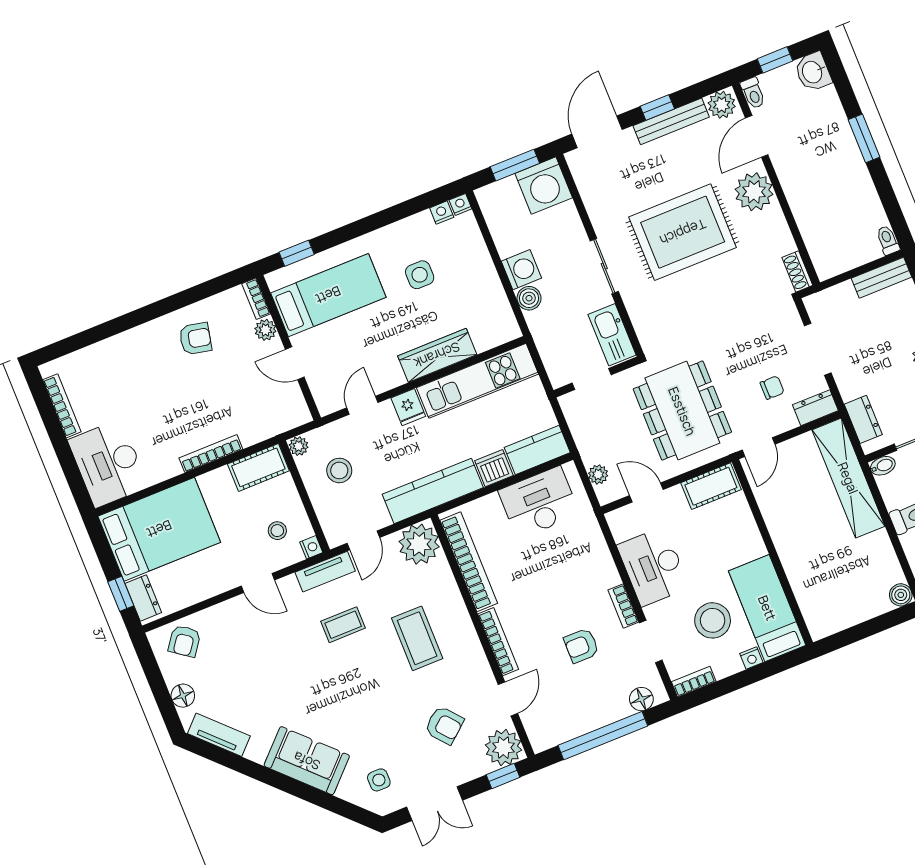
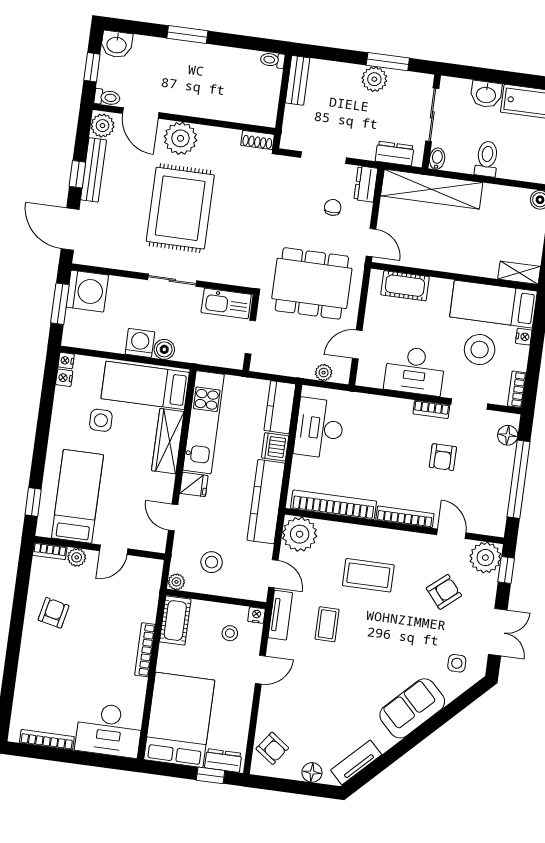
bed: (481, 300) -> (145, 385), added
cot: (711, 486) -> (405, 286), moved, turned 90
shelving: (814, 616) -> (519, 273), added

